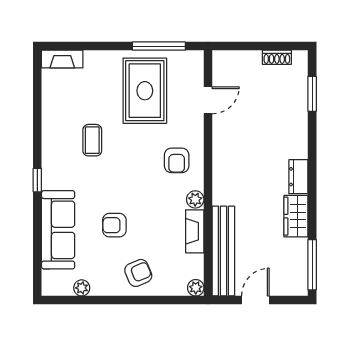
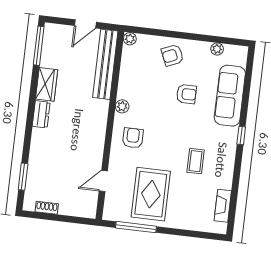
fireplace: (62, 59) -> (223, 206), moved, turned -90
fireplace: (195, 231) -> (125, 82), removed

